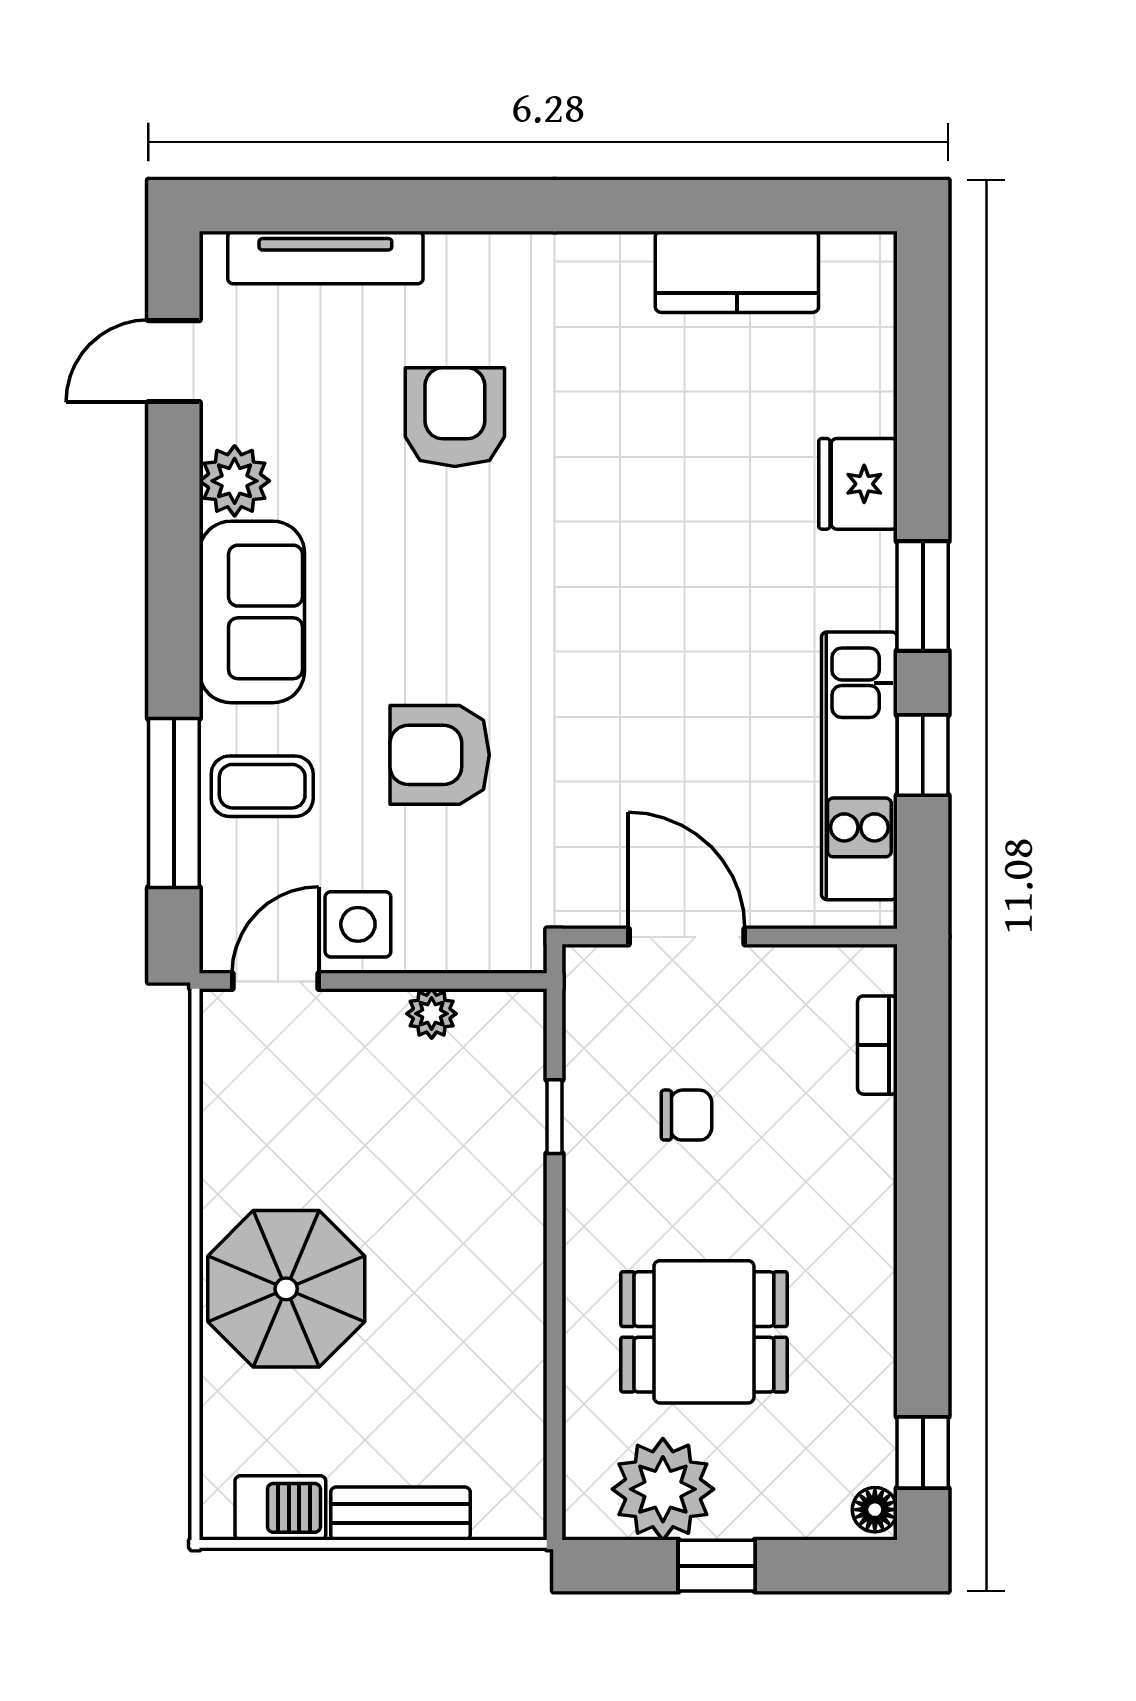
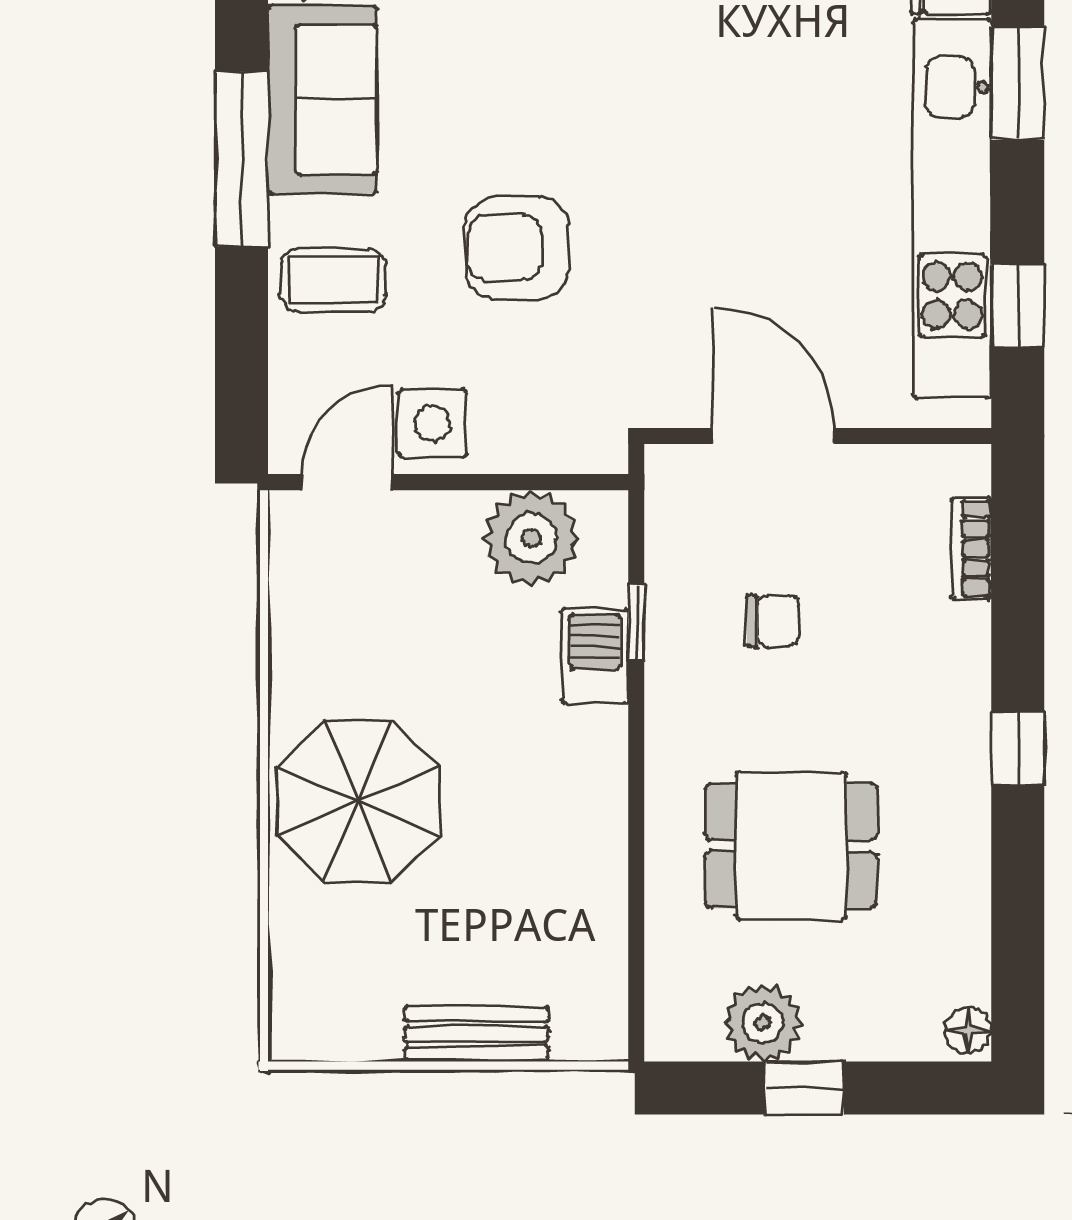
window: (923, 755) -> (1018, 306), moved
kitchen unit: (859, 766) -> (952, 208), width x1.36
window: (174, 803) -> (242, 159), moved
plant: (432, 1014) -> (531, 538), width x1.88, depth x1.88
window: (923, 1453) -> (1018, 749), moved
plant: (663, 1489) -> (763, 1023), width x0.73, depth x0.73
barbecue: (280, 1508) -> (595, 656), moved, turned -90

